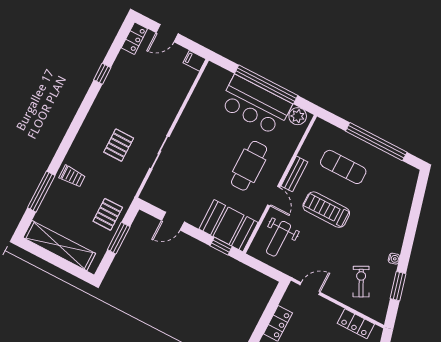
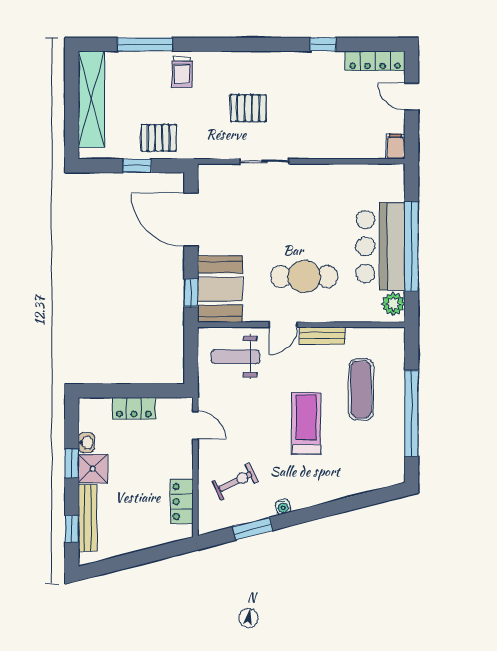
locker: (134, 38) -> (375, 61), width x1.53
treadmill: (326, 210) -> (306, 423), moved
door: (173, 221) -> (191, 220), width x1.88
window: (119, 238) -> (137, 166), width x0.67

